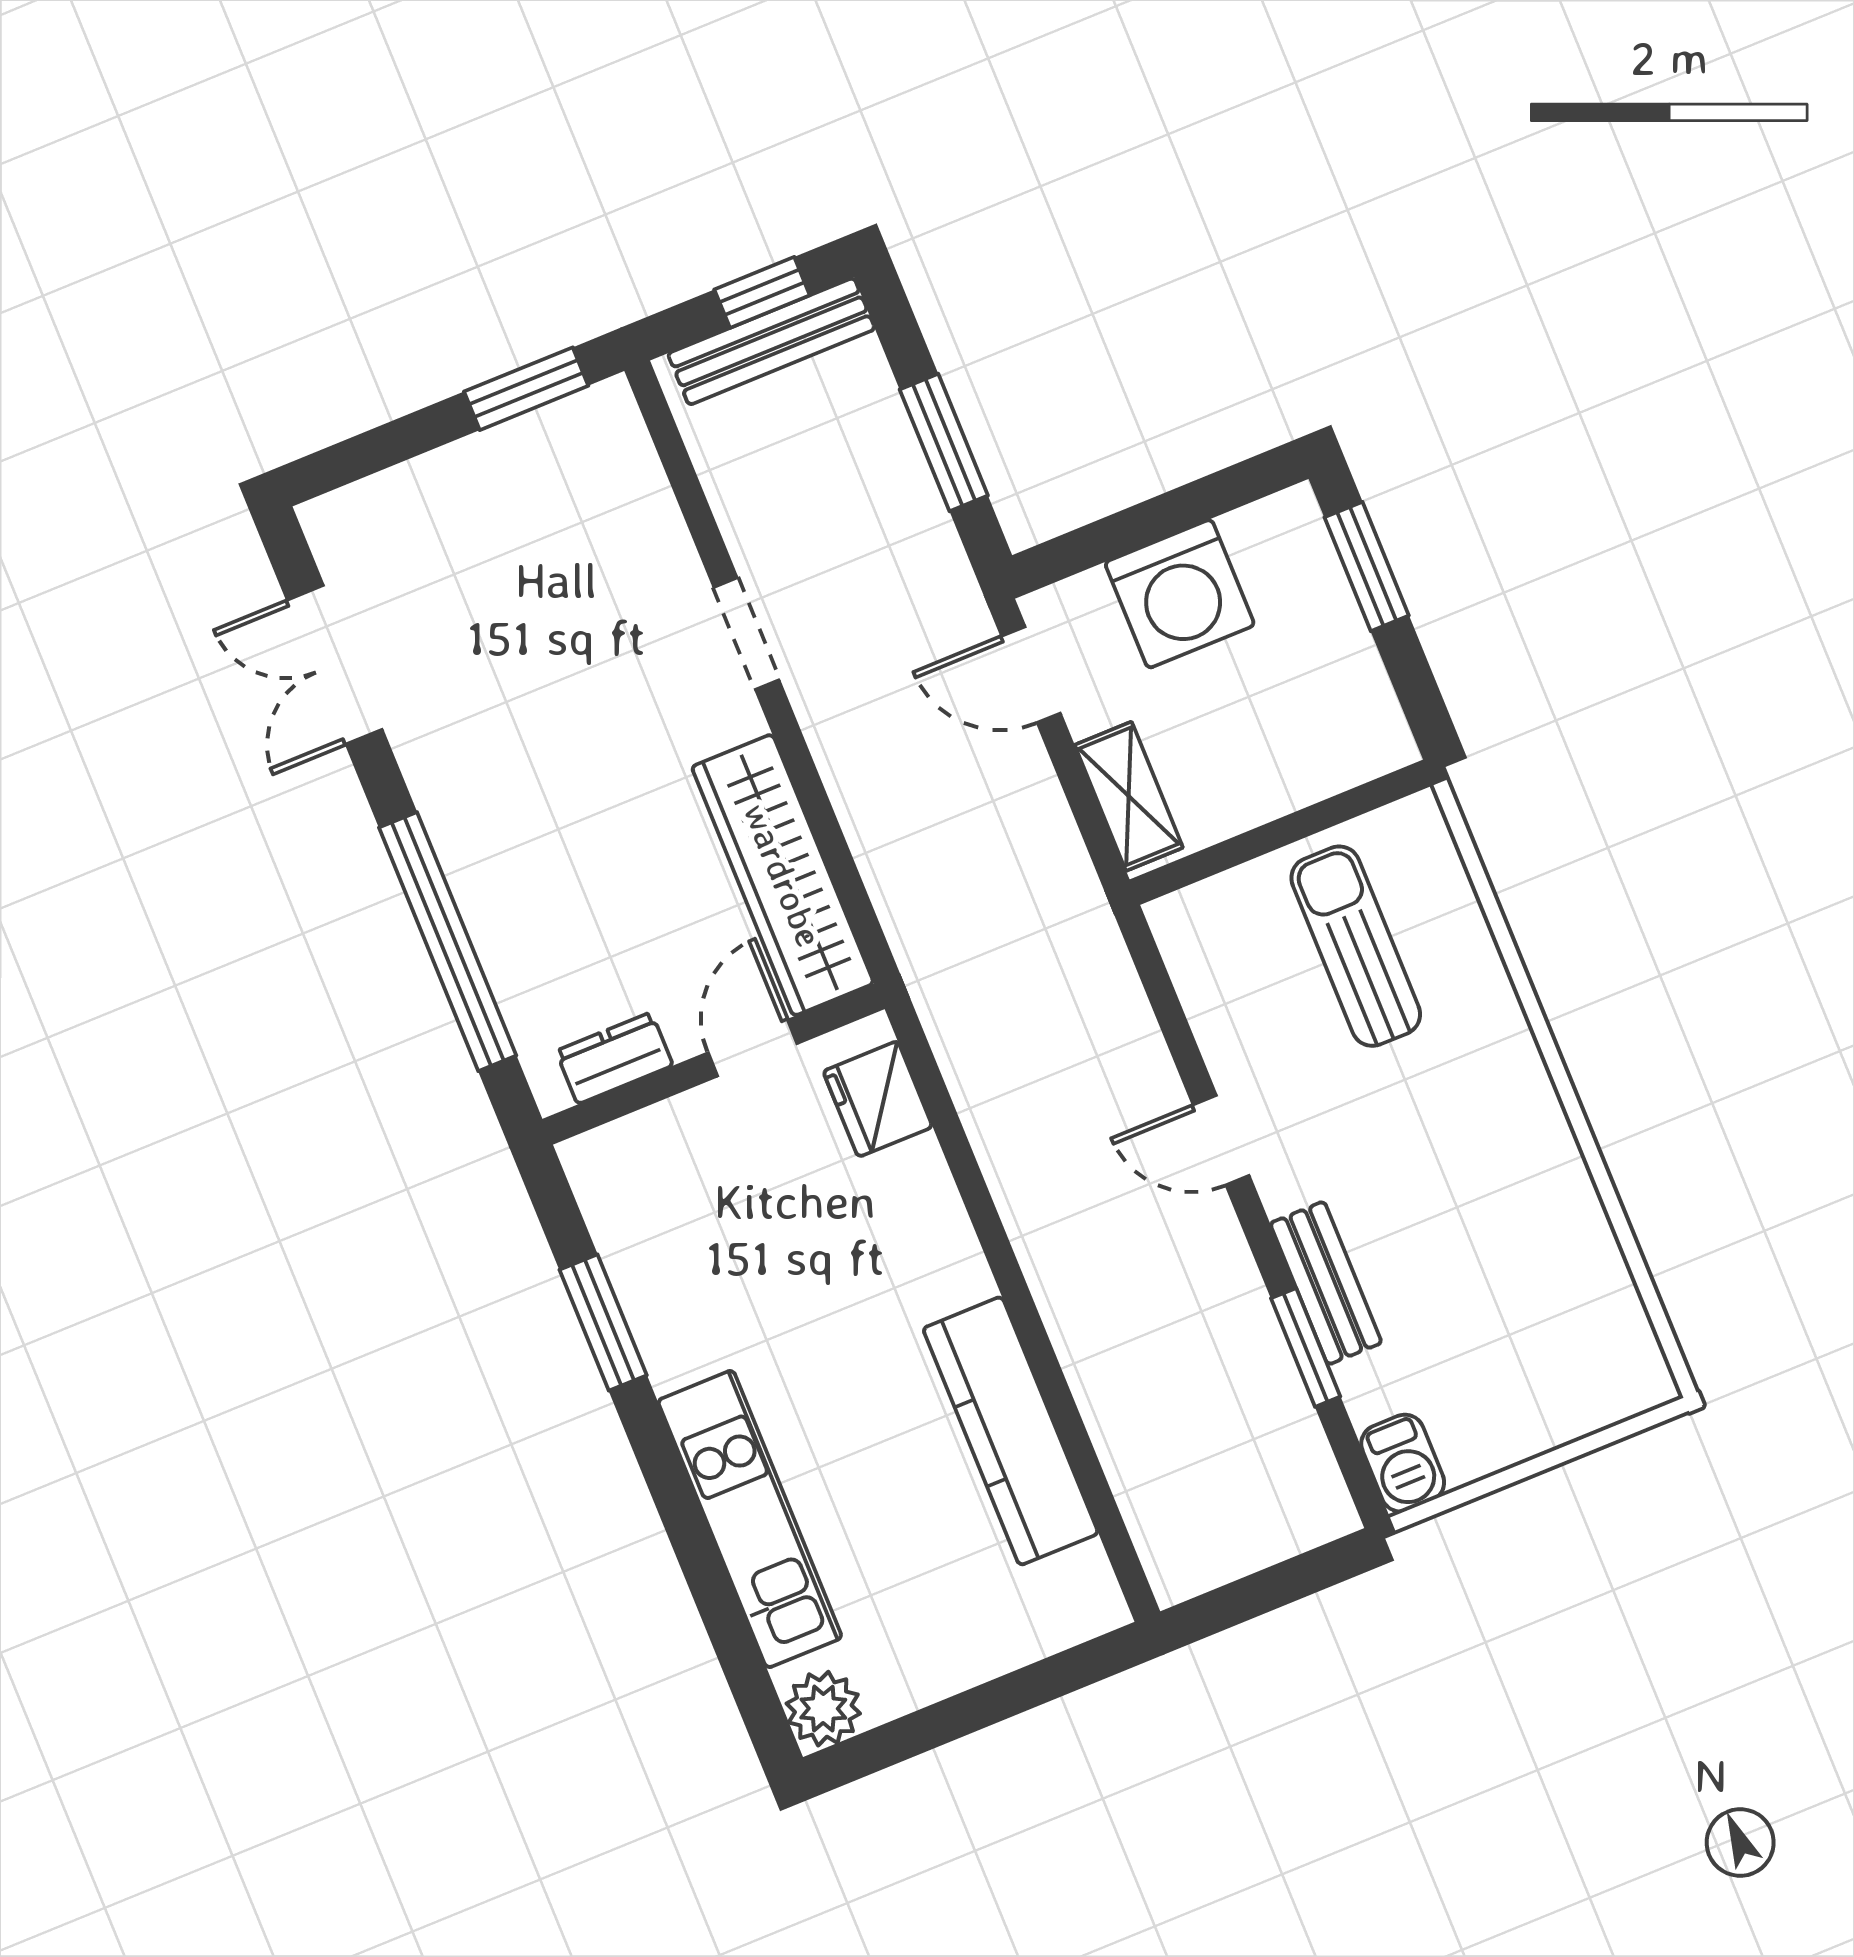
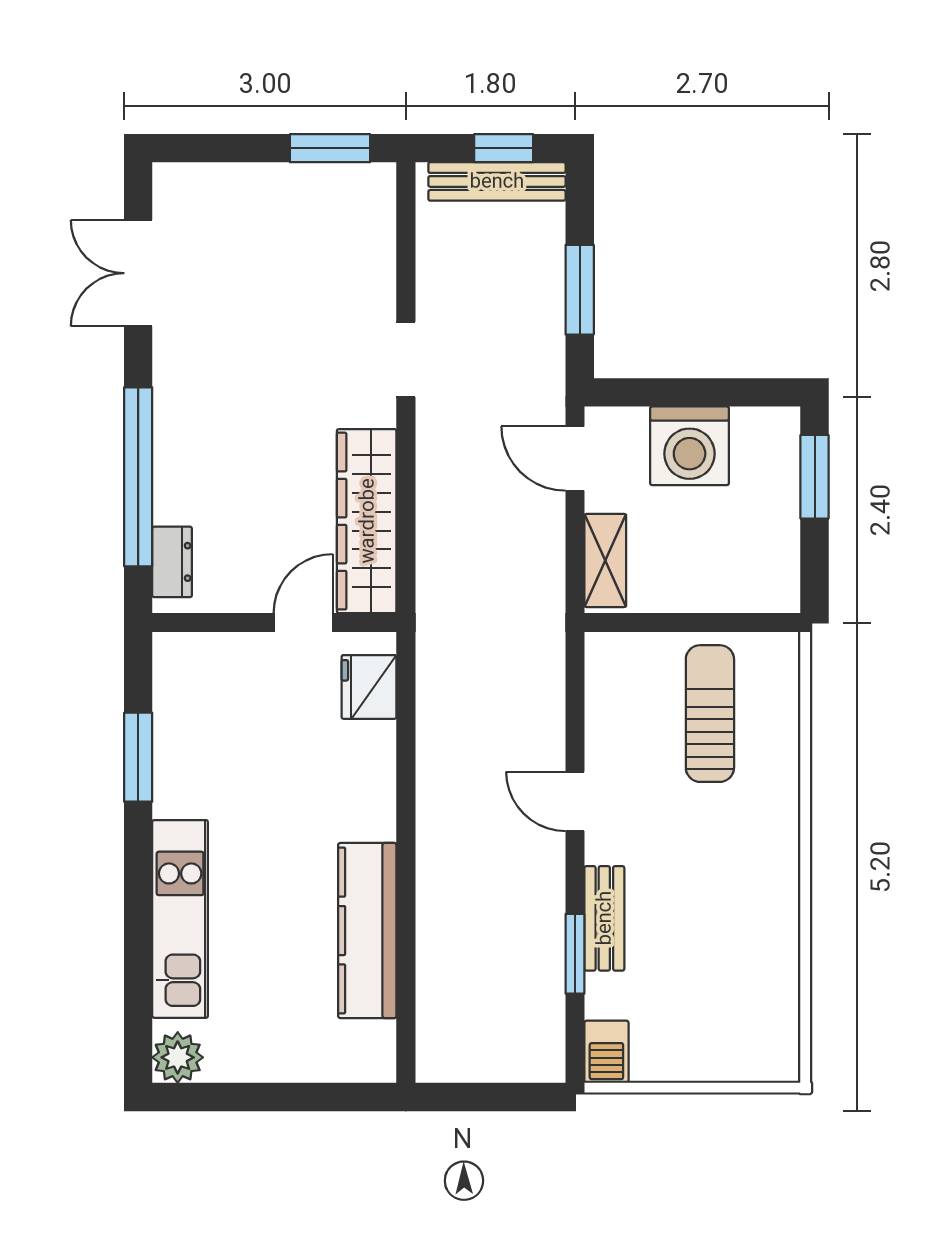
dresser: (614, 1058) -> (172, 562), moved, turned 90

